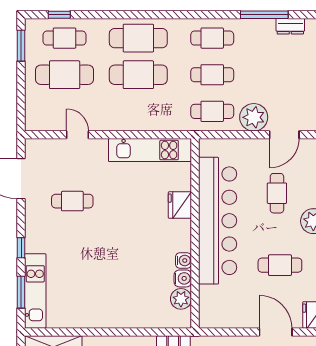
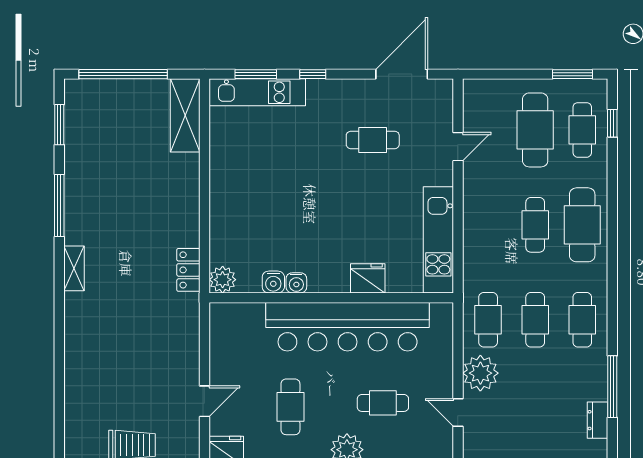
cafe table: (138, 75) -> (535, 225), width x0.73, depth x0.74
door: (284, 135) -> (458, 412), width x0.73
cafe table: (72, 201) -> (373, 140), turned 90
plant: (181, 299) -> (223, 280), moved
door: (276, 332) -> (204, 401), width x0.73

